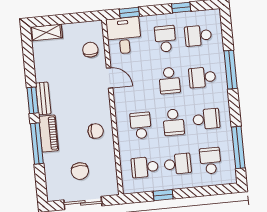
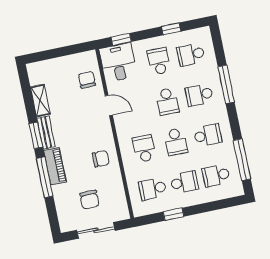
shelving: (46, 32) -> (40, 101), moved, turned 90
school desk: (210, 161) -> (216, 176), turned -90

